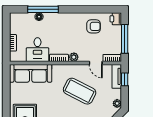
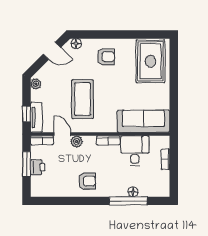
printer: (116, 19) -> (38, 167), moved
armchair: (94, 26) -> (87, 181), moved, turned 180
window: (125, 39) -> (26, 164), width x0.69
plant: (74, 57) -> (77, 141), moved
coffee table: (80, 91) -> (83, 99), turned 63

